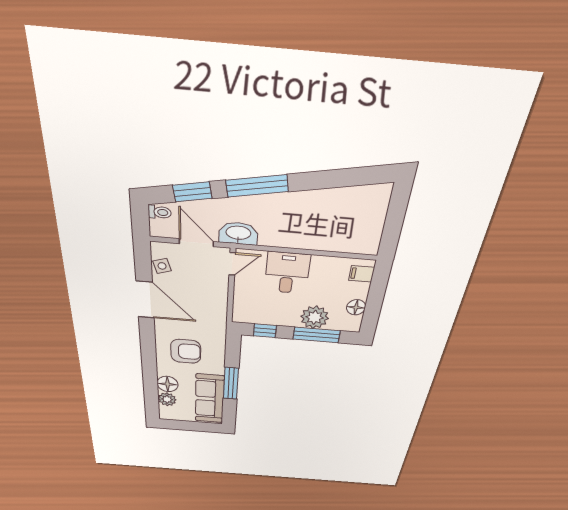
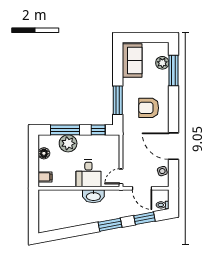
window: (257, 186) -> (110, 225), width x0.69
washbasin: (238, 233) -> (93, 196), moved
window: (231, 383) -> (118, 100), moved
floor lamp: (168, 384) -> (162, 77), removed
window: (151, 390) -> (173, 71), added
sofa: (210, 399) -> (132, 60), width x0.73

